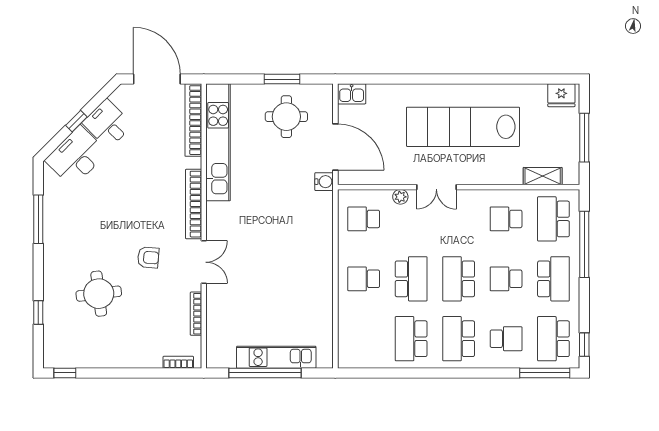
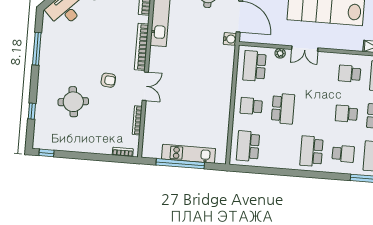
school desk: (364, 219) -> (254, 66), width x1.85
school desk: (459, 279) -> (315, 111), removed
school desk: (411, 339) -> (248, 146), moved

